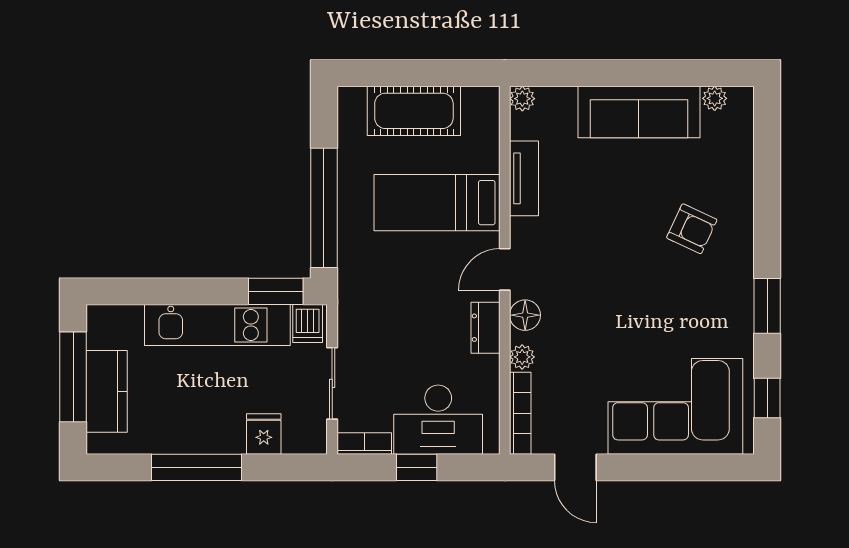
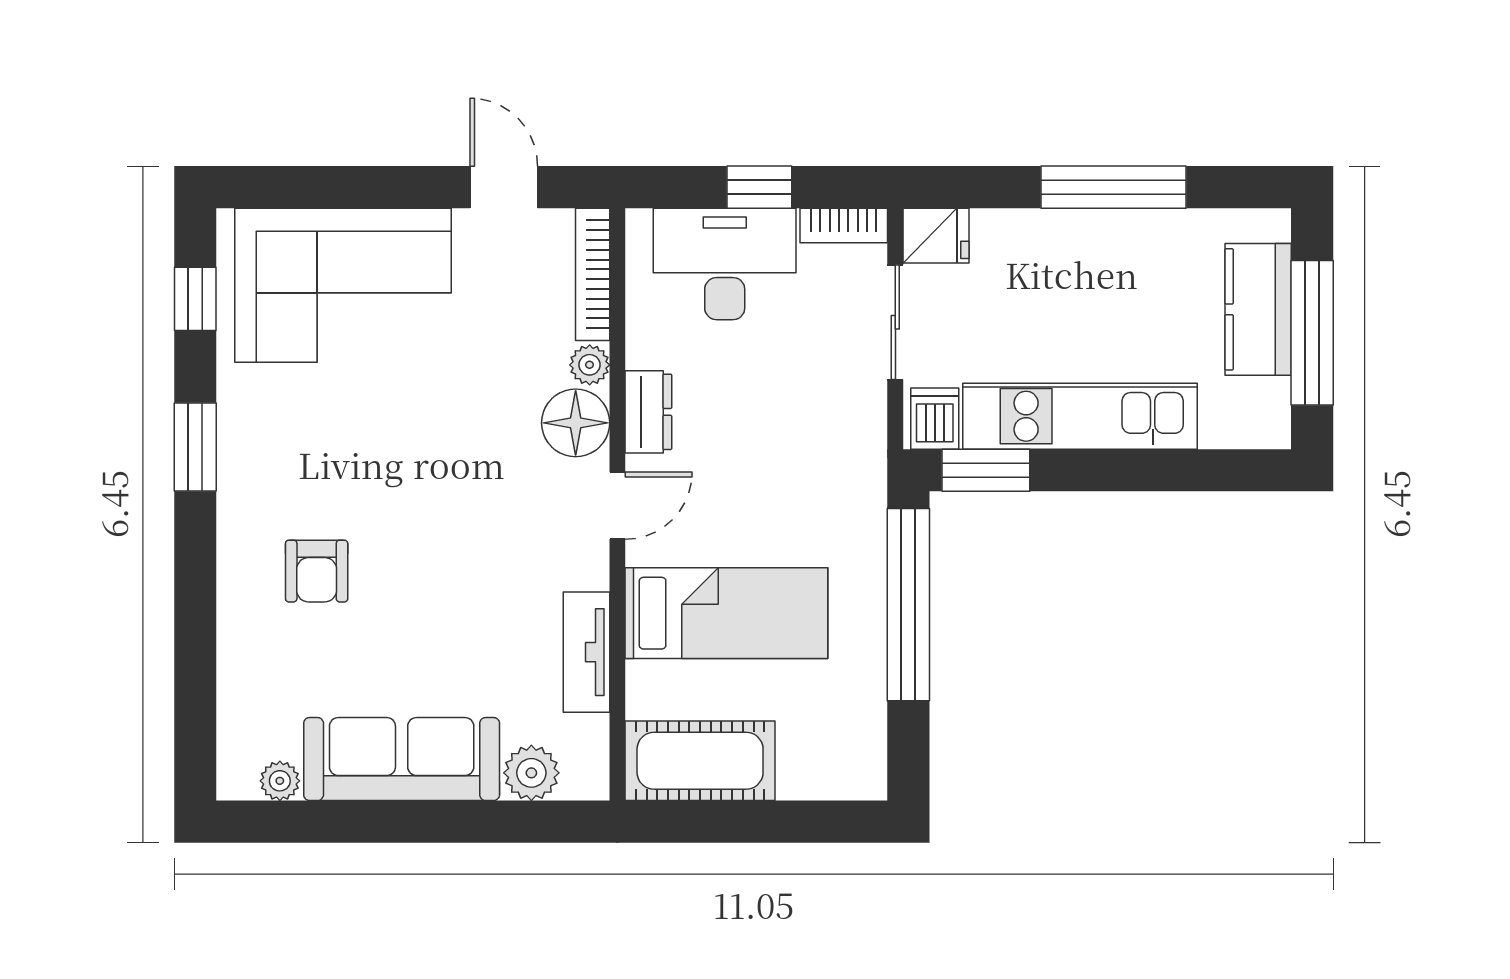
plant: (522, 99) -> (531, 773), moved, width x1.38, depth x1.38
cot: (414, 111) -> (700, 761), moved
armchair: (692, 229) -> (317, 571), turned -115
floor lamp: (525, 315) -> (576, 423), width x1.38, depth x1.38
fridge: (264, 434) -> (936, 236), moved, turned -90

